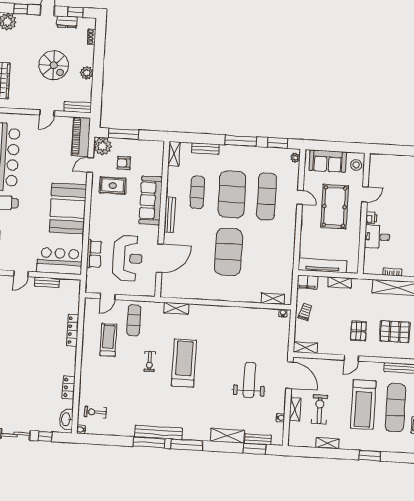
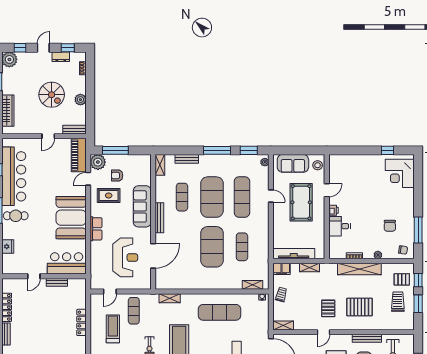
row of seats: (94, 254) -> (96, 229), moved
exercise mat: (263, 254) -> (242, 247), added
exercise mat: (233, 328) -> (219, 312), added

